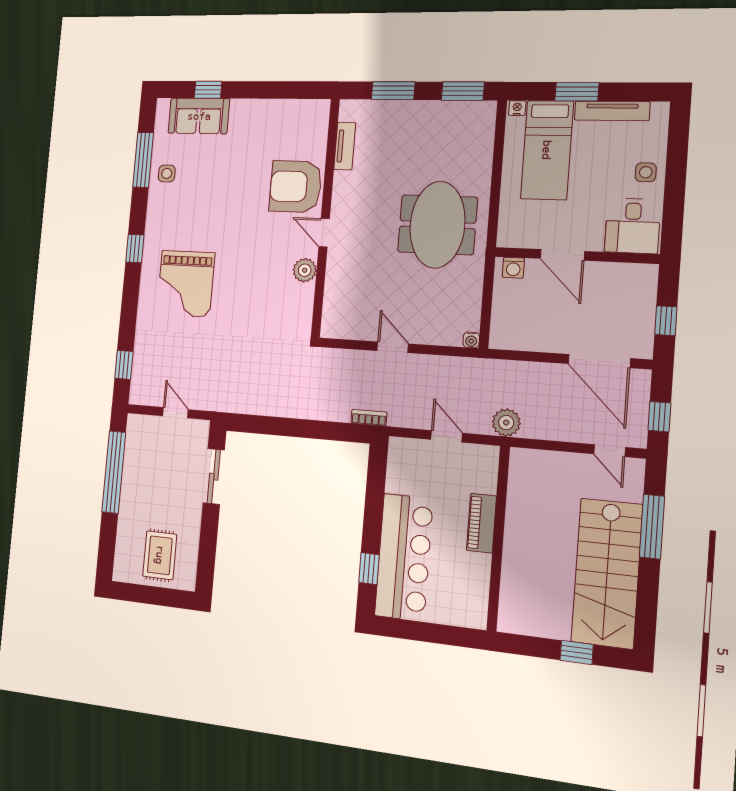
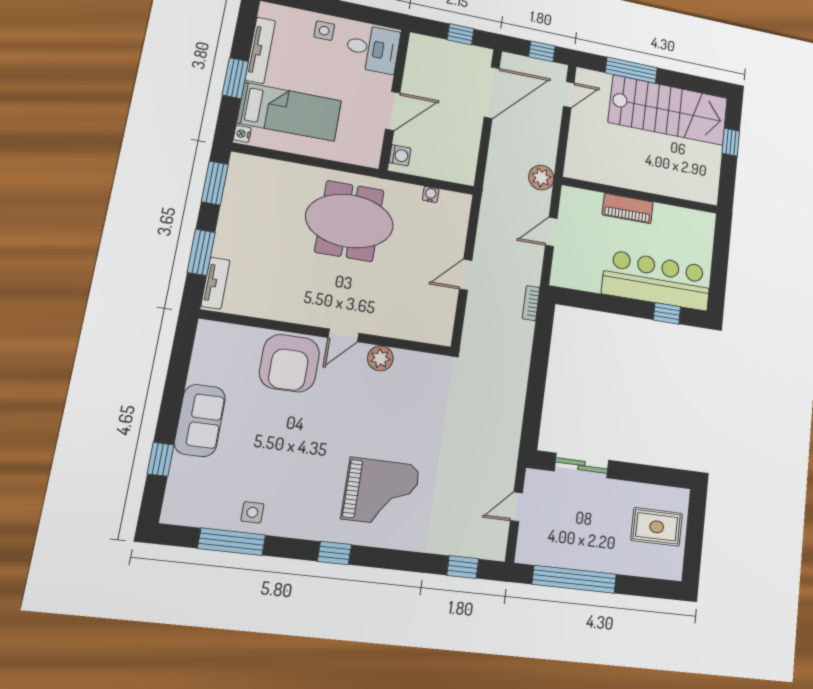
sofa: (199, 116) -> (200, 420), moved
tv unit: (345, 146) -> (215, 283), moved, turned 90
water cooler: (471, 340) -> (431, 195), moved, turned -90

